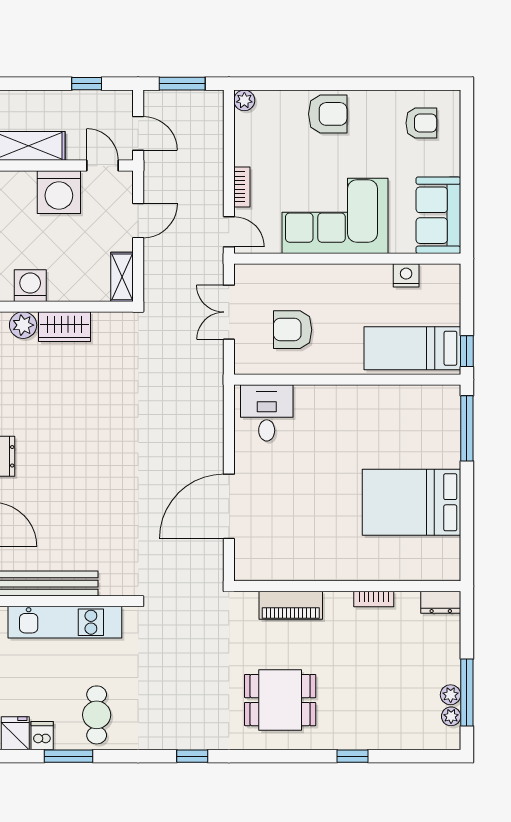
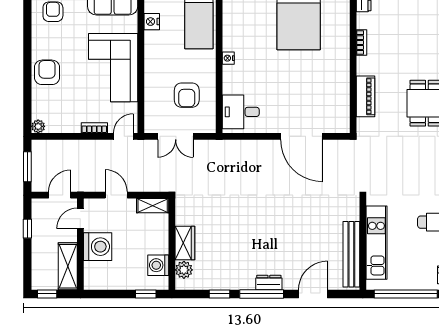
nightstand: (350, 394) -> (228, 58), added

